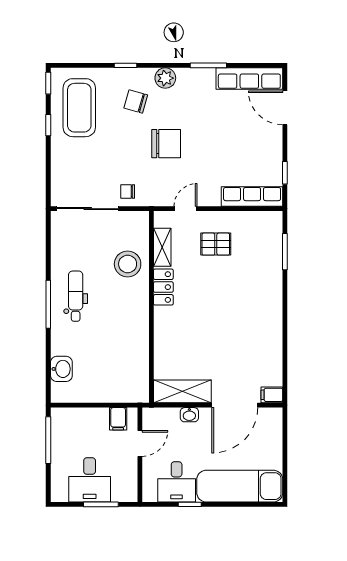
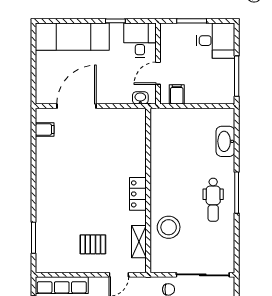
locker: (163, 287) -> (138, 194), moved
washbasin: (61, 369) -> (225, 141), width x1.38
shelving: (182, 391) -> (122, 118), removed
filing cabinet: (272, 395) -> (45, 129), moved
washbasin: (189, 415) -> (140, 98), moved
desk: (90, 480) -> (216, 41), moved, turned 90
desk: (177, 482) -> (140, 40), moved

